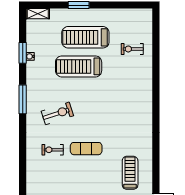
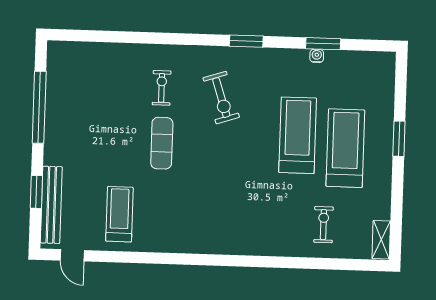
shelving: (38, 14) -> (381, 240), moved
window: (23, 99) -> (246, 41), width x0.69
treadmill: (130, 173) -> (119, 214), turned -90

